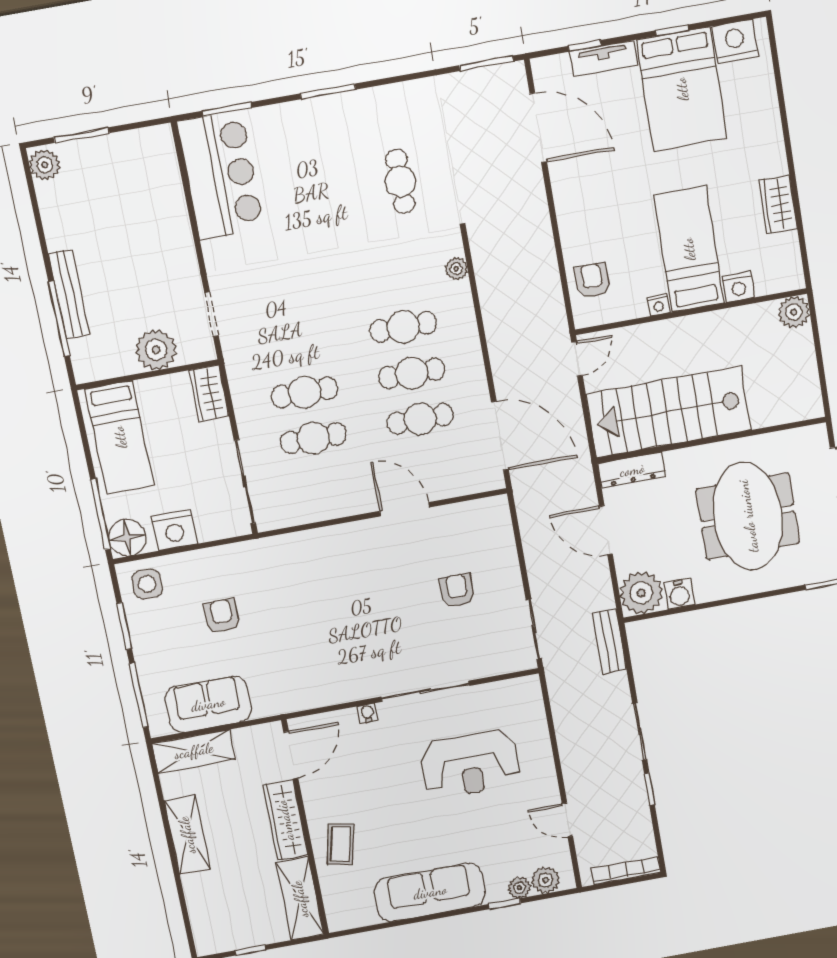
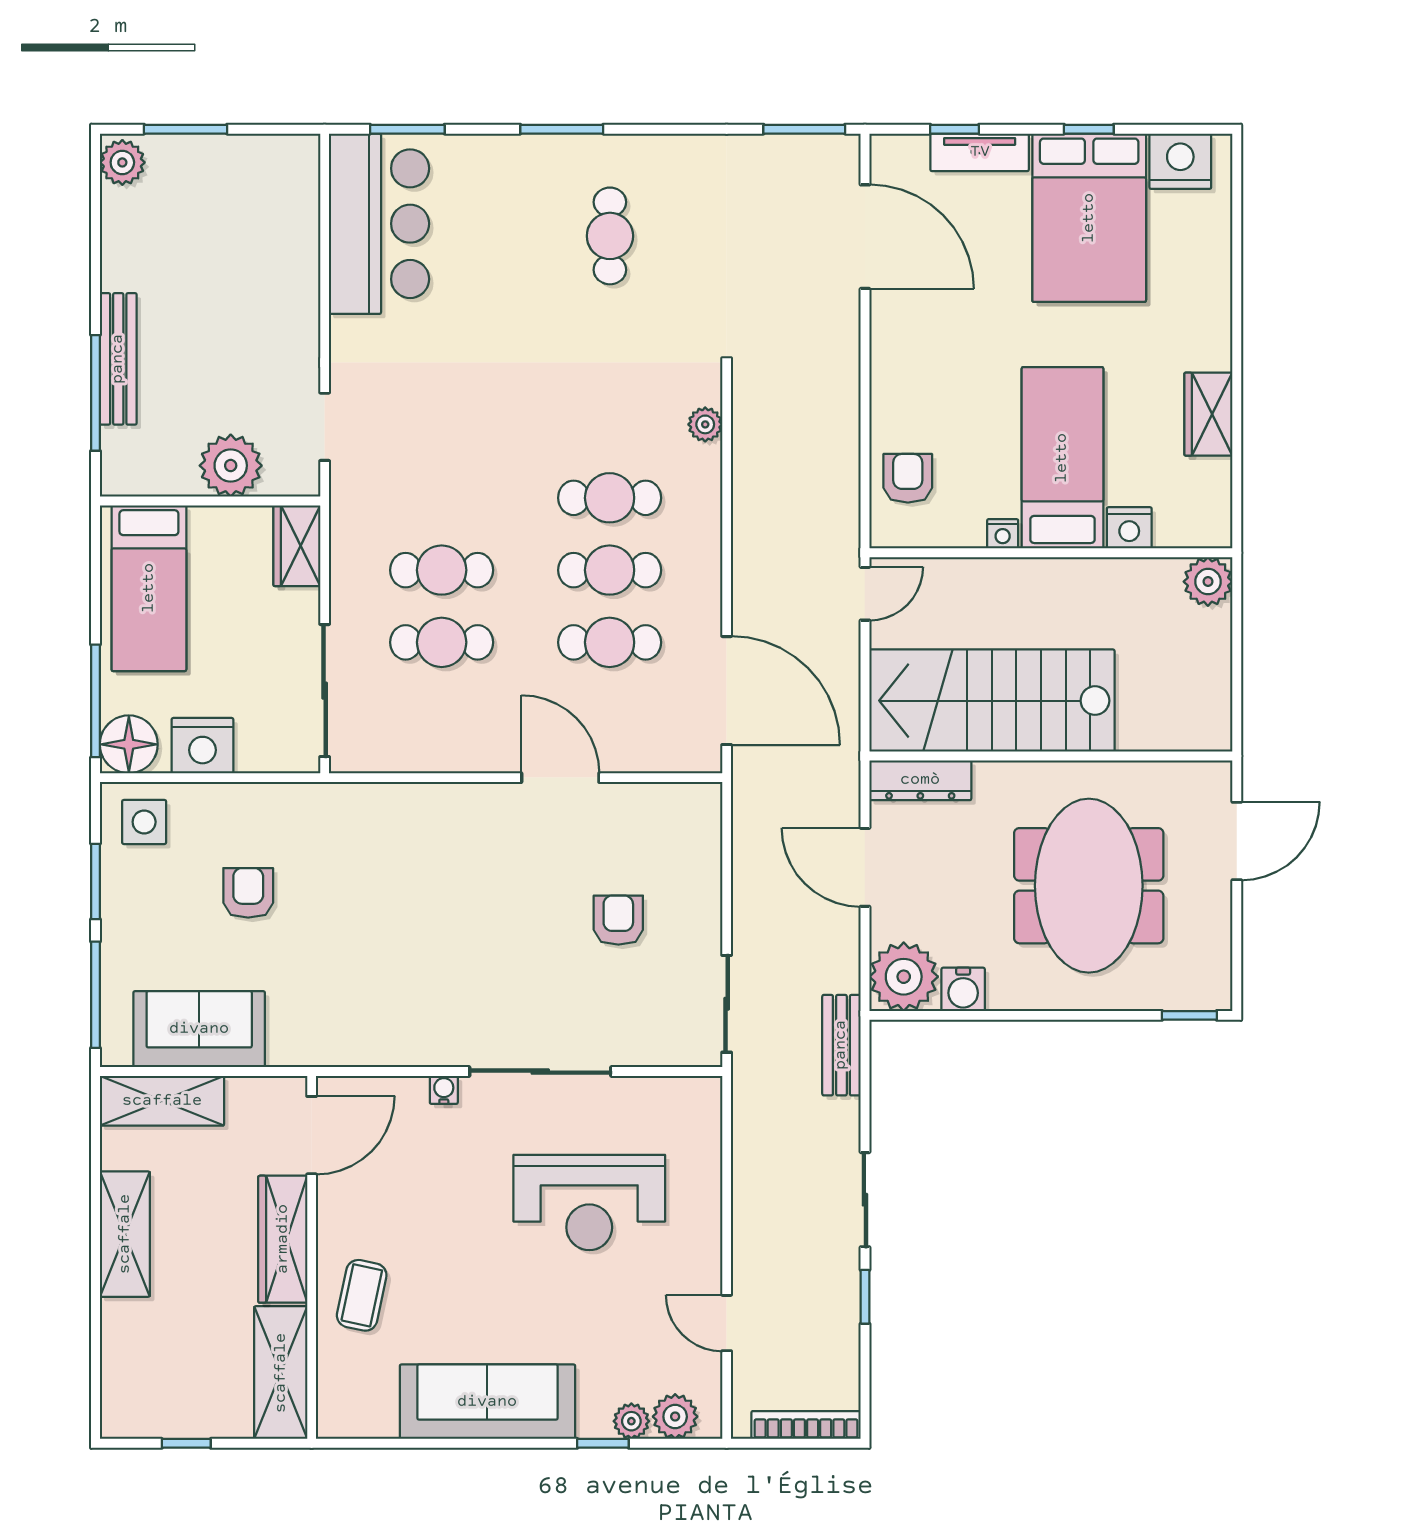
cafe table: (400, 182) -> (610, 236), moved

